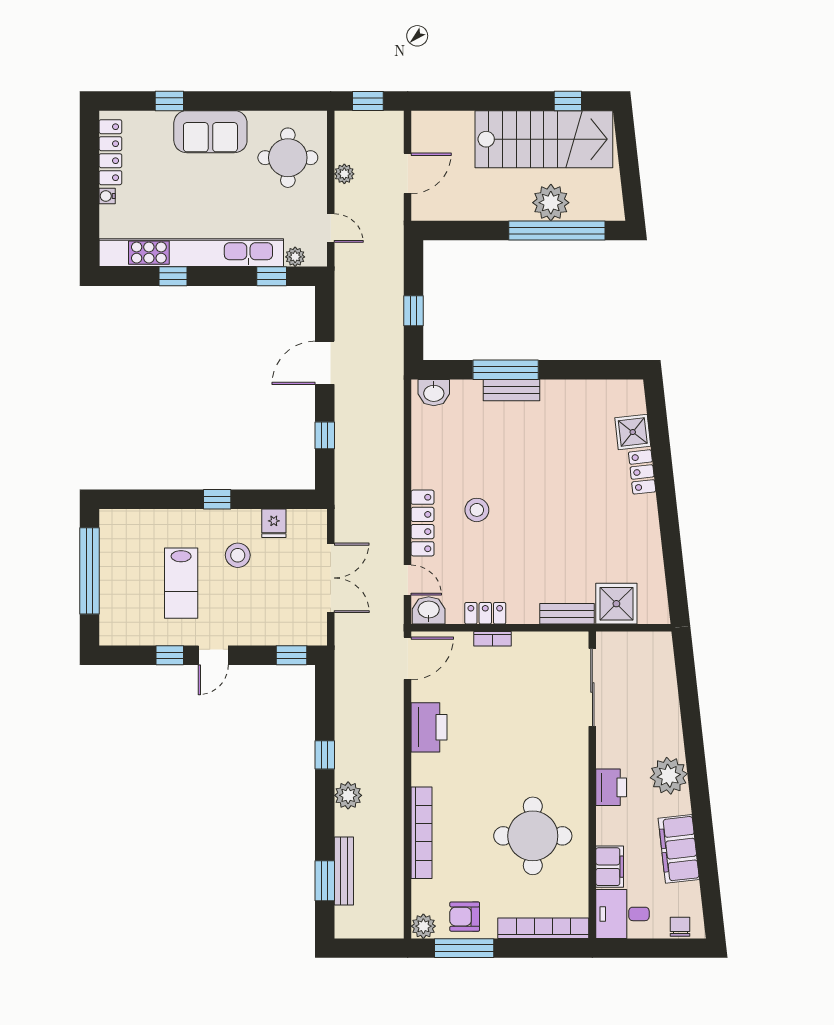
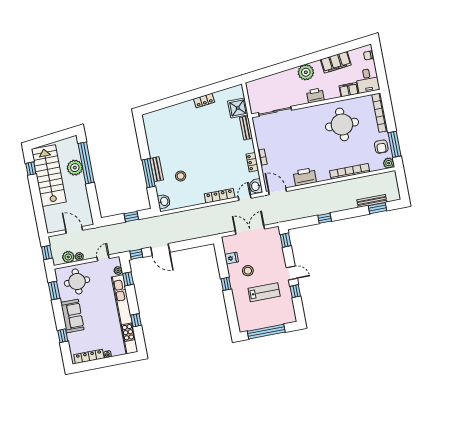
window: (277, 101) -> (54, 291), added
shower: (633, 432) -> (165, 115), removed
window: (325, 435) -> (136, 254), moved
locker: (642, 472) -> (204, 100), moved
stool: (477, 510) -> (181, 176), moved
plant: (348, 795) -> (68, 257), moved

